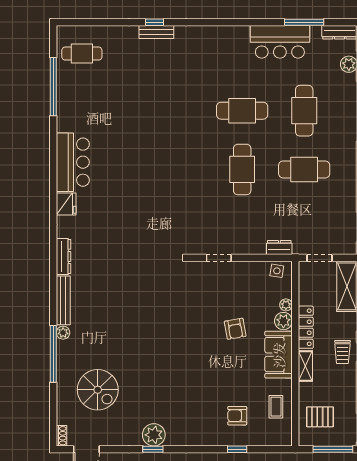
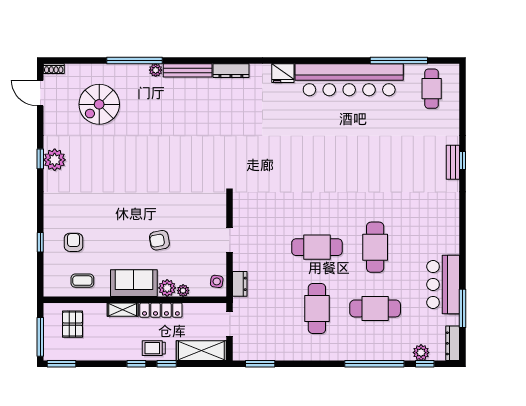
bar counter: (73, 162) -> (349, 80), width x1.86
doorway: (219, 258) -> (230, 240), moved
trolley: (342, 352) -> (154, 348), moved

